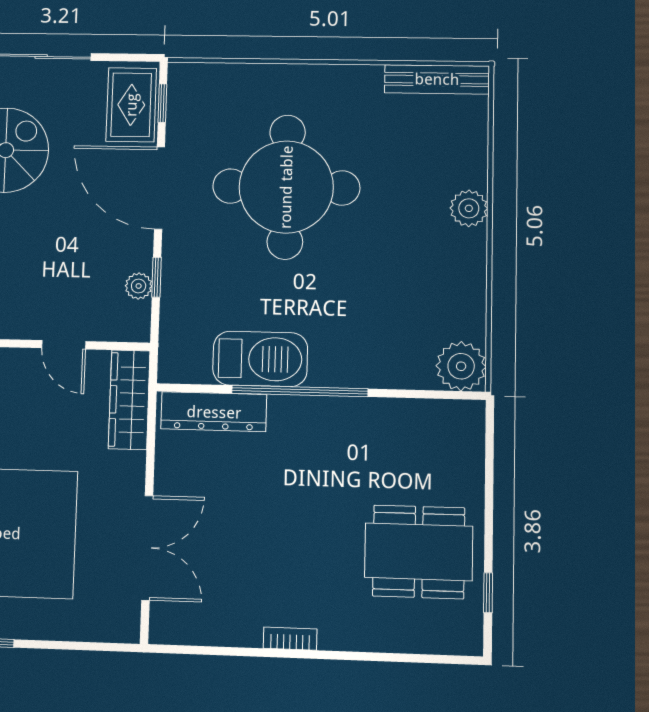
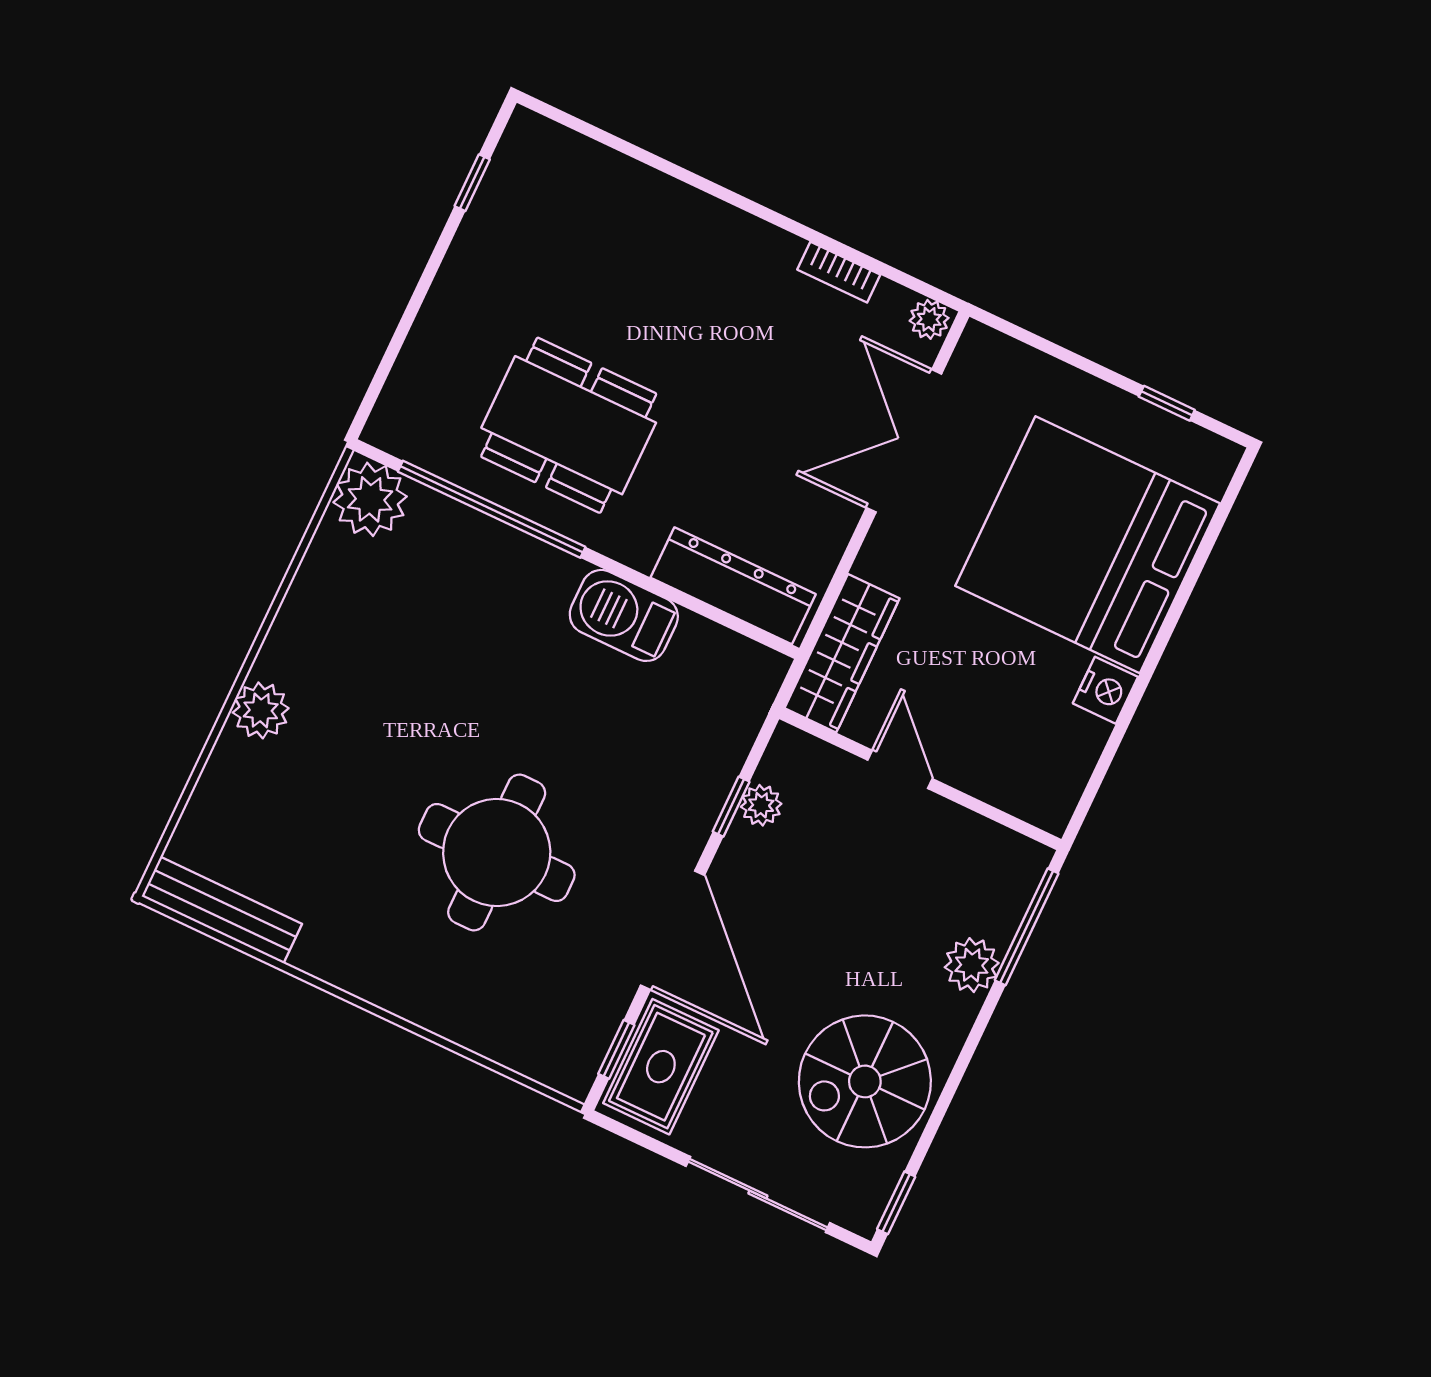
round table: (286, 187) -> (497, 852), width x0.73, depth x0.73
barbecue: (260, 359) -> (624, 615), width x0.73, depth x0.83
window: (300, 391) -> (492, 509), moved
dining table: (419, 552) -> (569, 425), moved
plant: (164, 631) -> (929, 319), added
bookcase: (290, 639) -> (839, 272), moved

